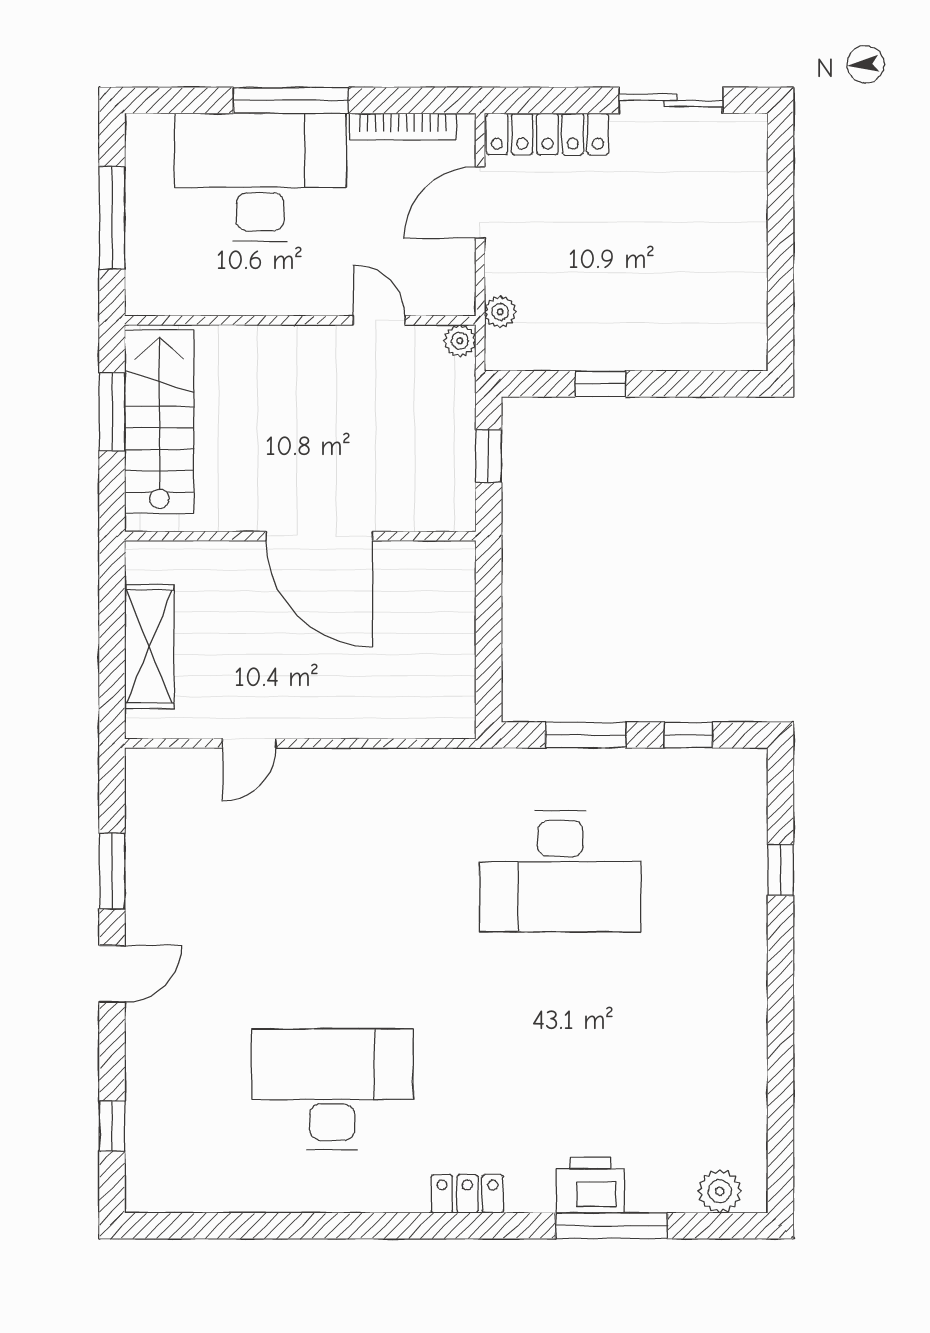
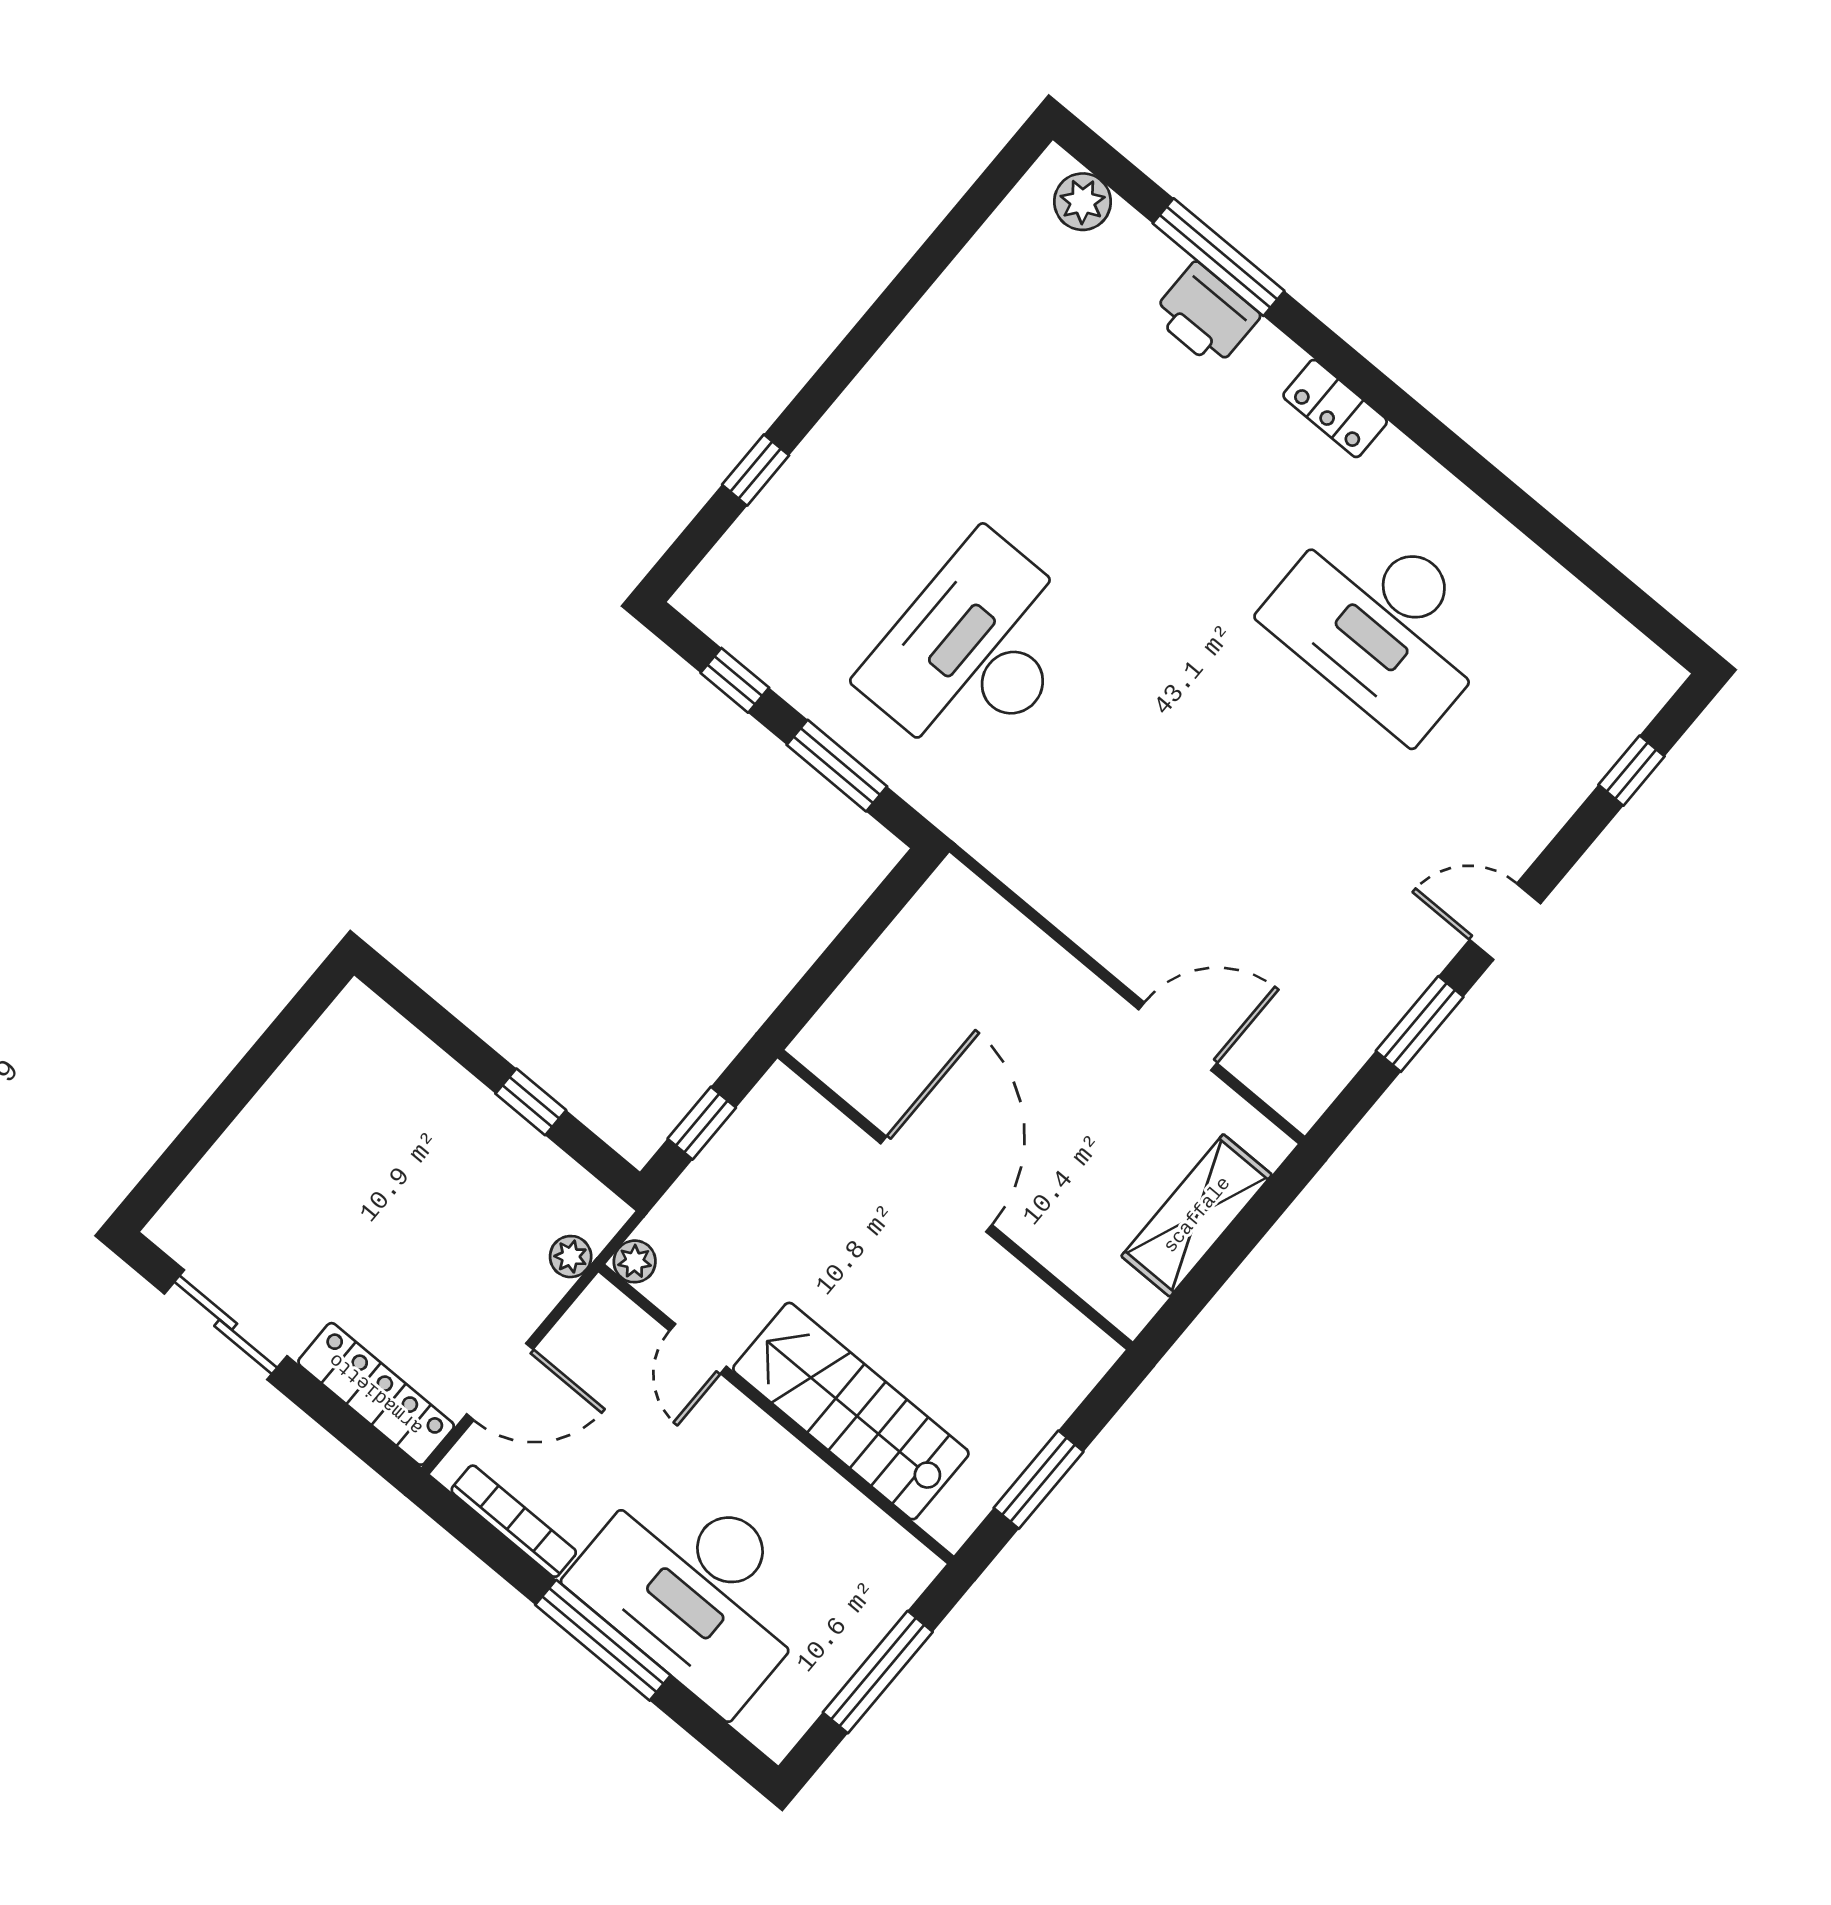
stairs: (159, 422) -> (851, 1411), moved, turned 90
door: (249, 743) -> (1178, 1036), width x1.37
desk: (560, 871) -> (975, 652), turned -90

